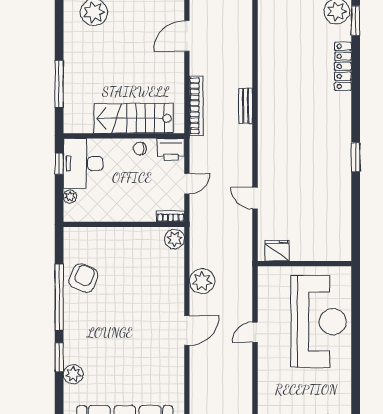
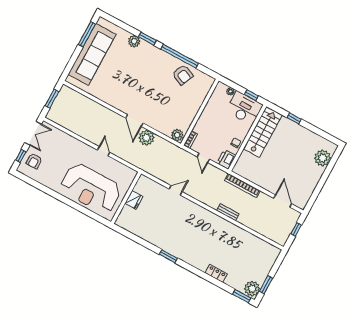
locker: (343, 66) -> (216, 273), width x0.66
window: (59, 84) -> (294, 118), width x0.46
stairs: (134, 118) -> (263, 132), moved
fridge: (277, 251) -> (134, 200), moved
door: (187, 330) -> (134, 121), moved

